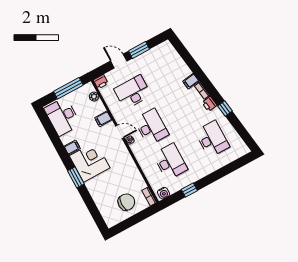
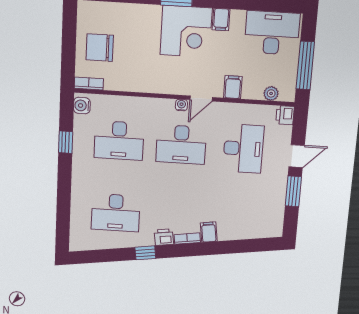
chair: (126, 202) -> (100, 48), turned 90

